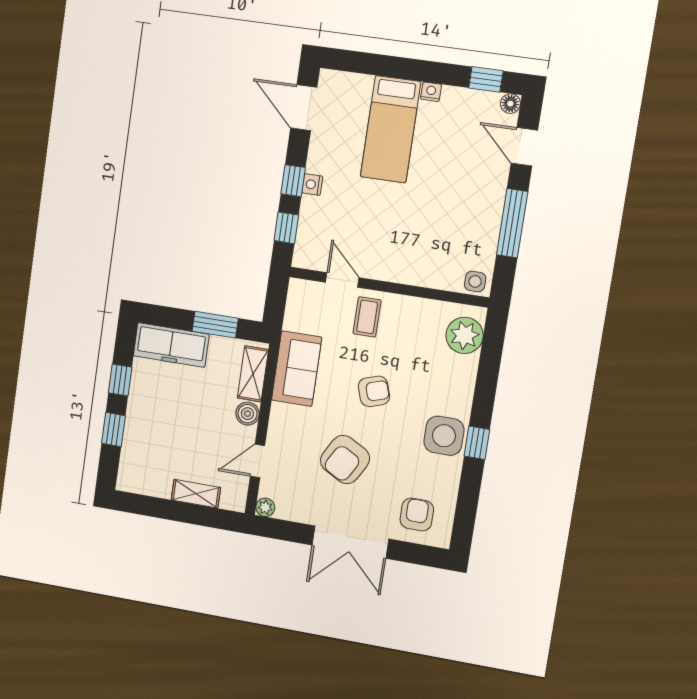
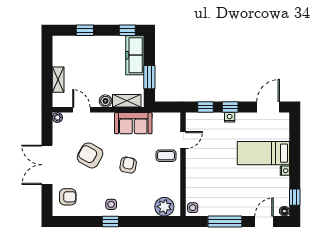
window: (120, 380) -> (127, 30), moved
armchair: (374, 391) -> (128, 165), turned -151
side table: (444, 436) -> (111, 204), width x0.54, depth x0.54

